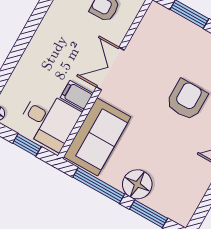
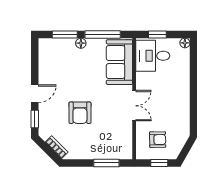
filing cabinet: (77, 95) -> (145, 79), removed
floor lamp: (137, 184) -> (81, 43), width x0.53, depth x0.53

